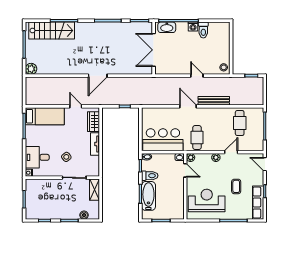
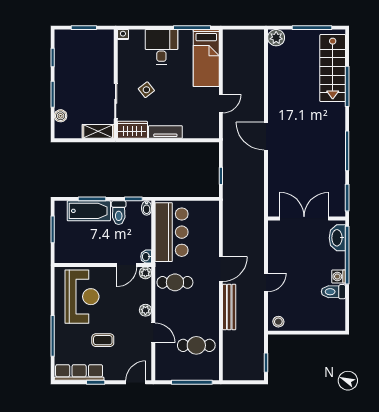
wardrobe: (94, 122) -> (132, 130), moved
desk: (37, 157) -> (161, 47), moved

